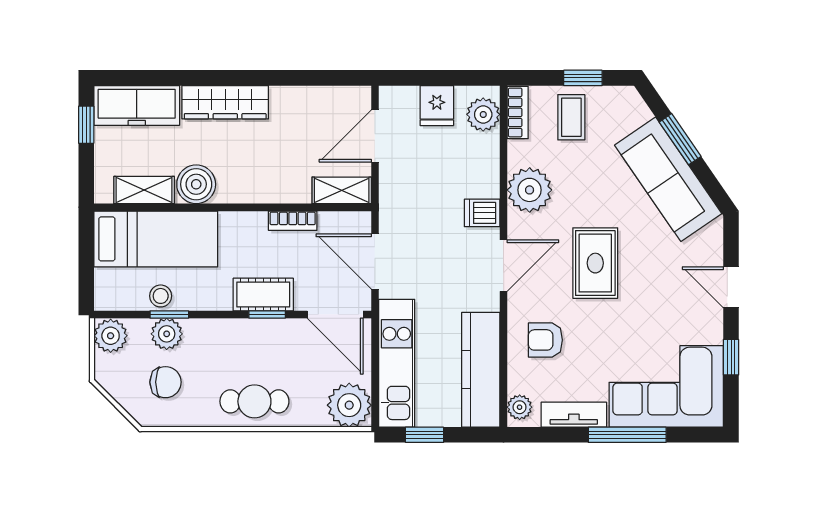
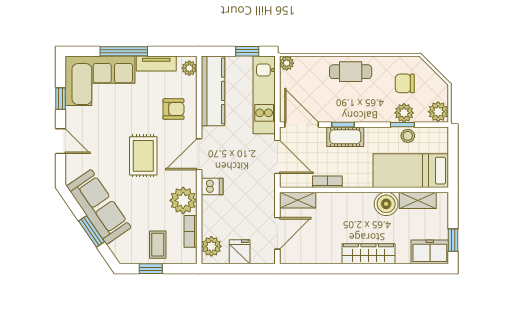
freezer: (137, 105) -> (430, 252), width x0.71
bookcase: (518, 112) -> (190, 231), moved
plant: (349, 405) -> (287, 63), width x0.53, depth x0.53

